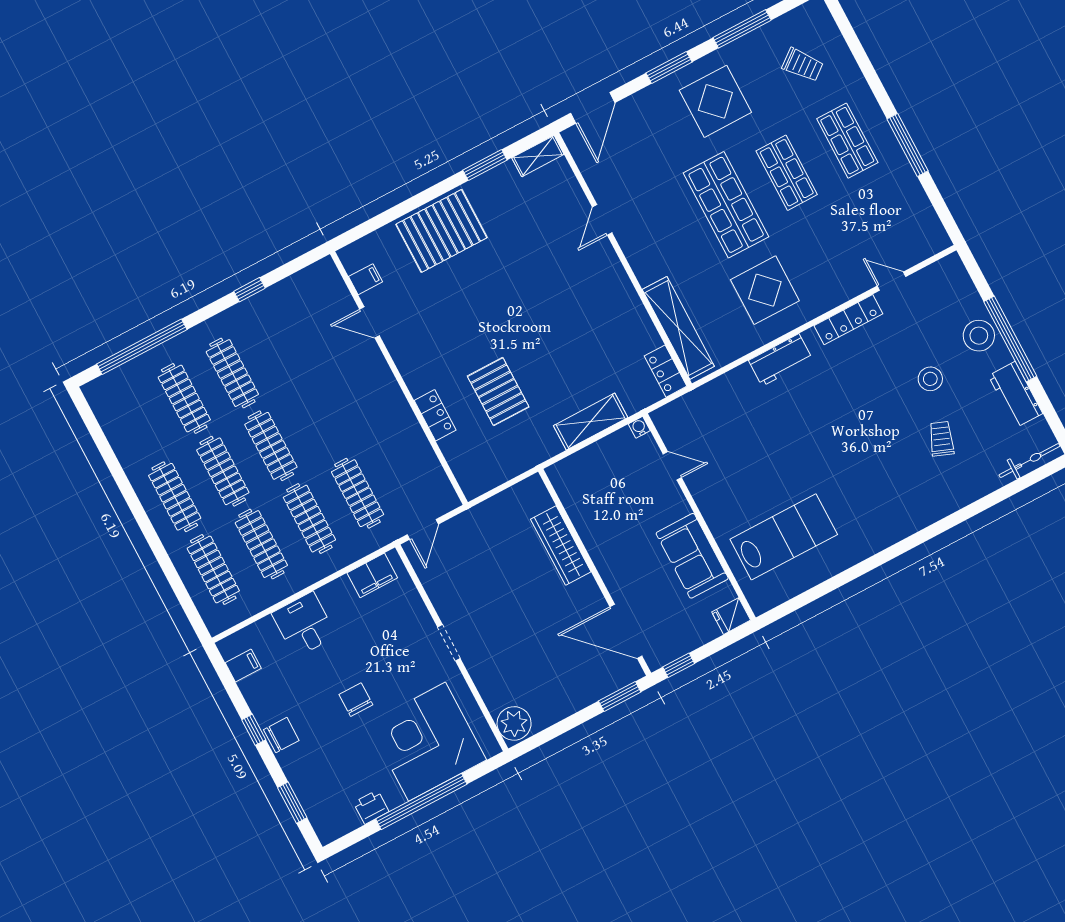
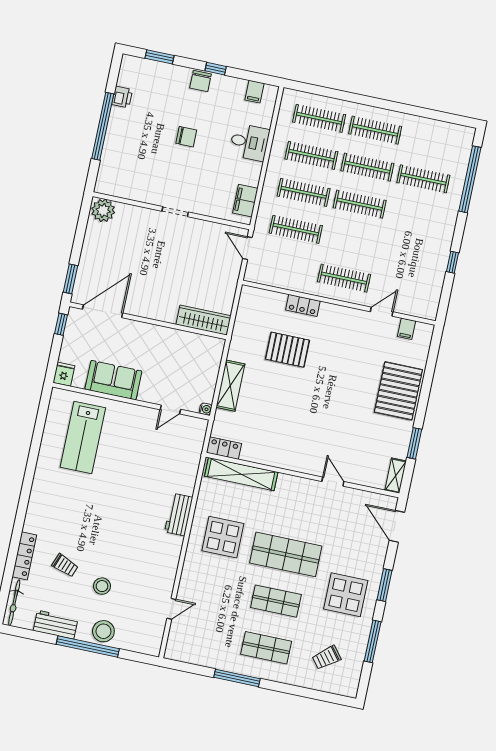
locker: (848, 320) -> (24, 556), moved, turned 180
clothes rail: (232, 373) -> (344, 278), moved
wardrobe: (561, 545) -> (204, 320), moved
corner desk: (427, 742) -> (132, 156), removed

